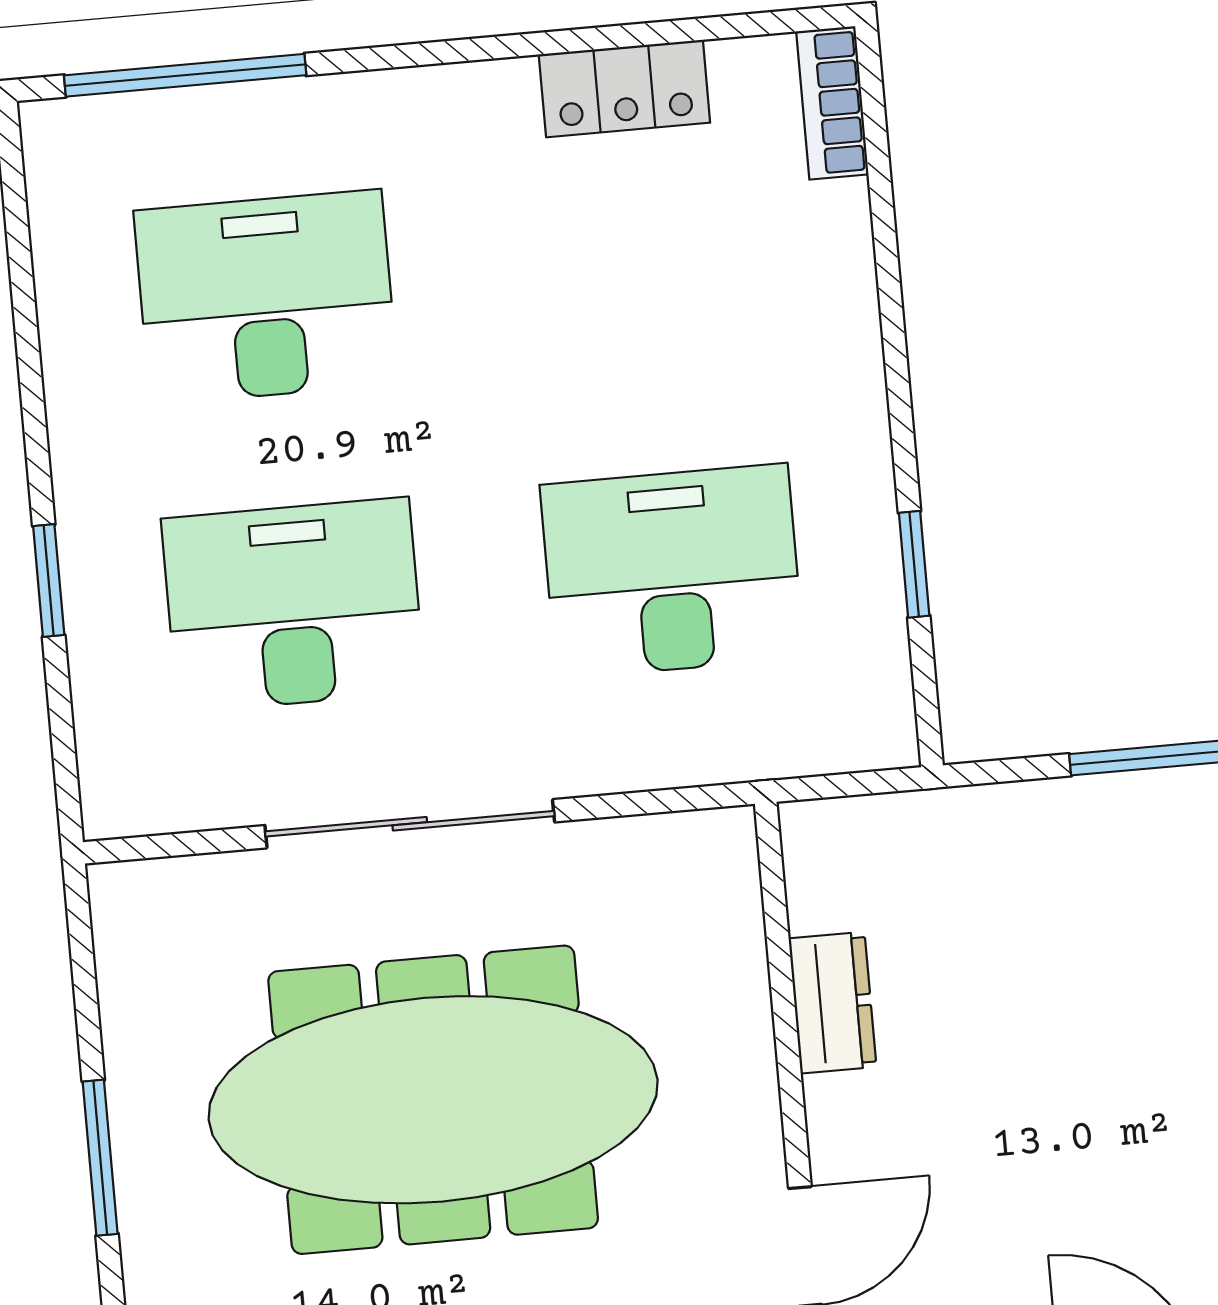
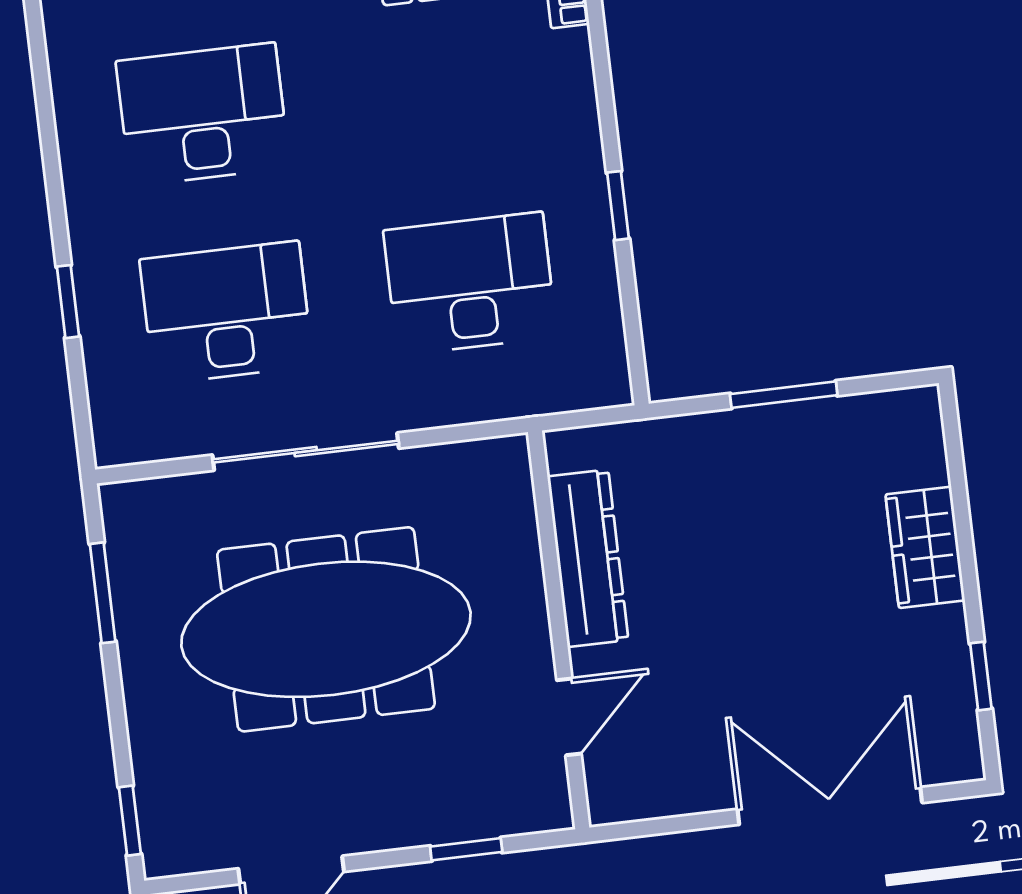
window: (914, 564) -> (618, 206), moved
dresser: (832, 1003) -> (588, 558), width x1.96, depth x1.24
window: (100, 1158) -> (103, 593), moved

